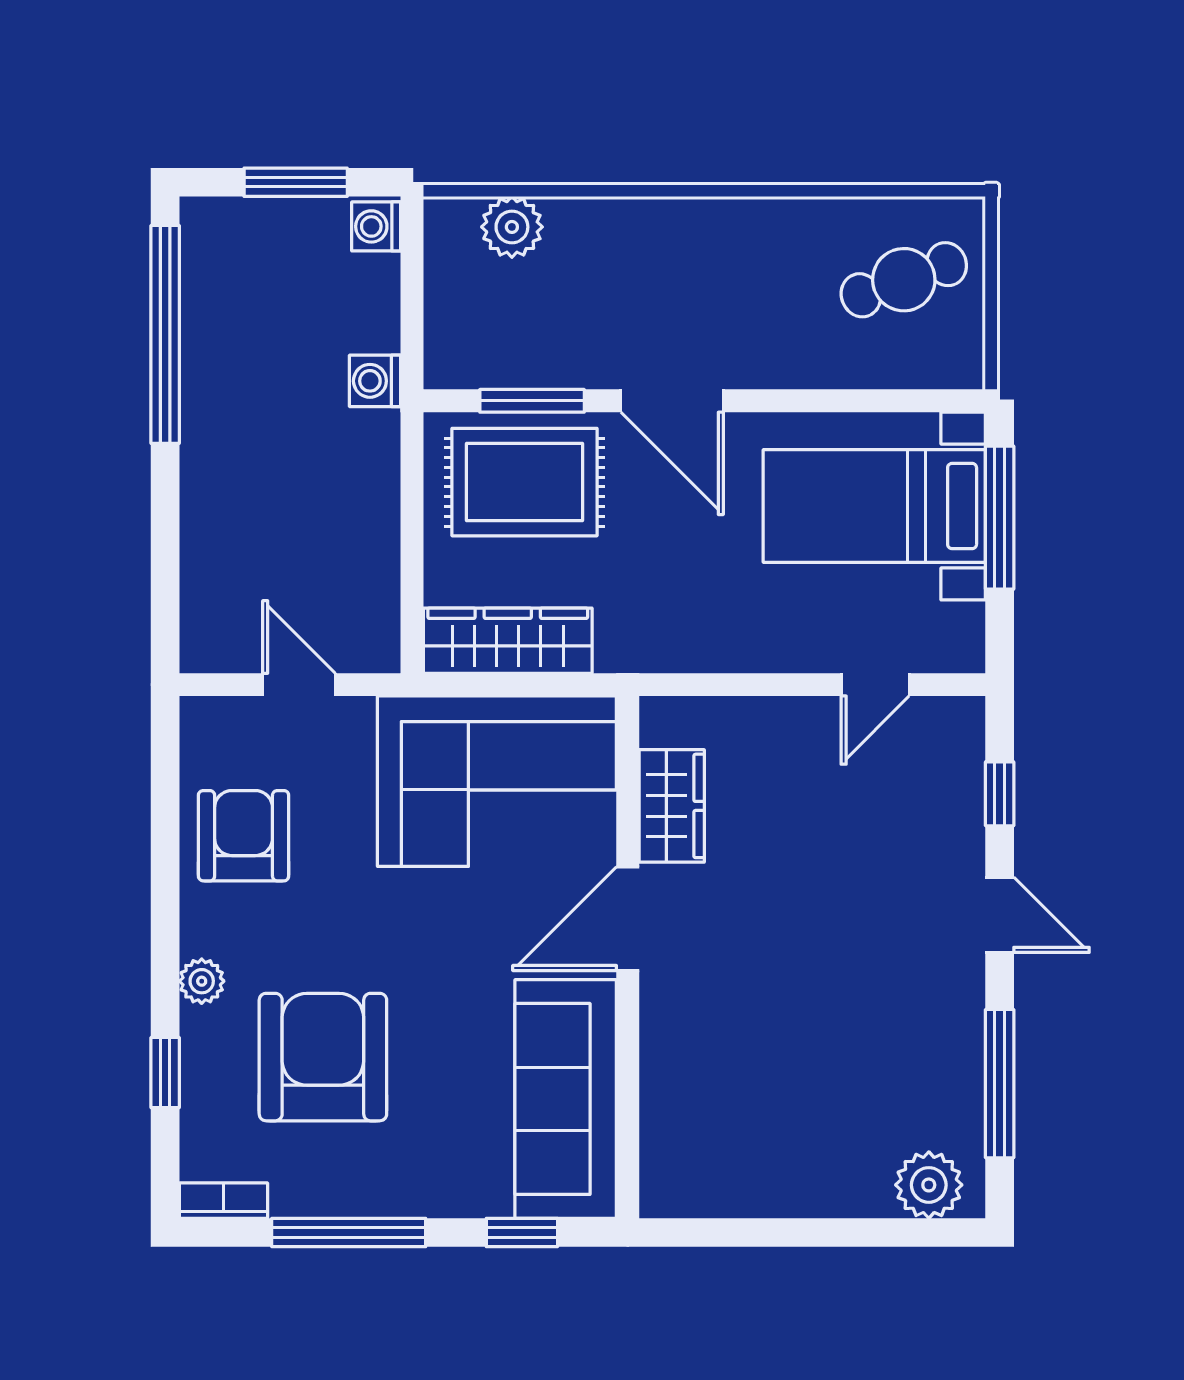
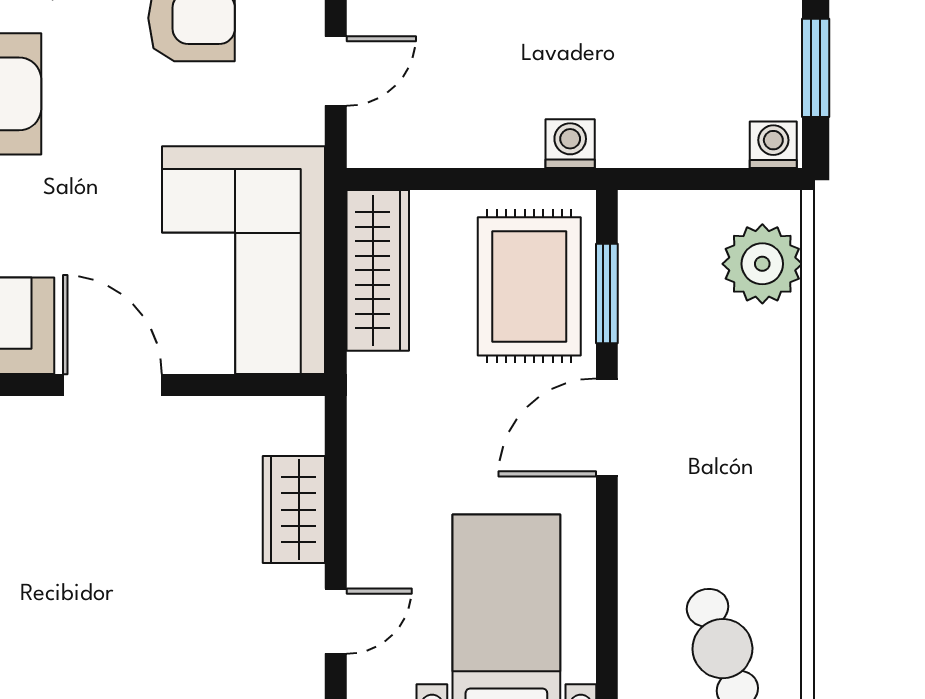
plant: (512, 227) -> (762, 264), width x1.36, depth x1.36
washing machine: (375, 381) -> (570, 144), moved
door: (875, 685) -> (336, 621), swing flipped
wardrobe: (672, 806) -> (294, 510), moved, turned 90

